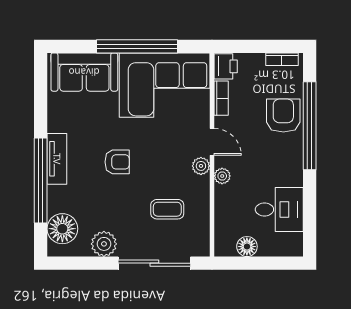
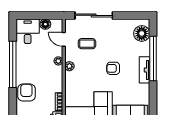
armchair: (283, 116) -> (26, 92), turned 180
window: (310, 126) -> (13, 64), moved
door: (212, 142) -> (64, 39), moved
desk: (279, 209) -> (28, 31), moved, turned 90
plant: (104, 244) -> (120, 26), removed

